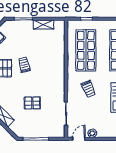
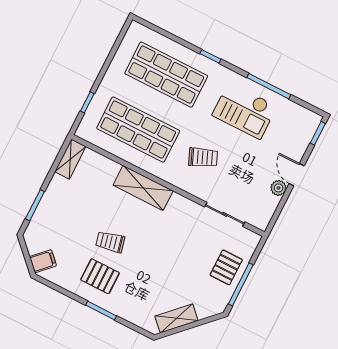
shelving: (44, 25) -> (70, 159), moved
shelving: (59, 67) -> (143, 188), added
pallet: (32, 103) -> (226, 267), moved
door: (79, 139) -> (297, 175), moved

